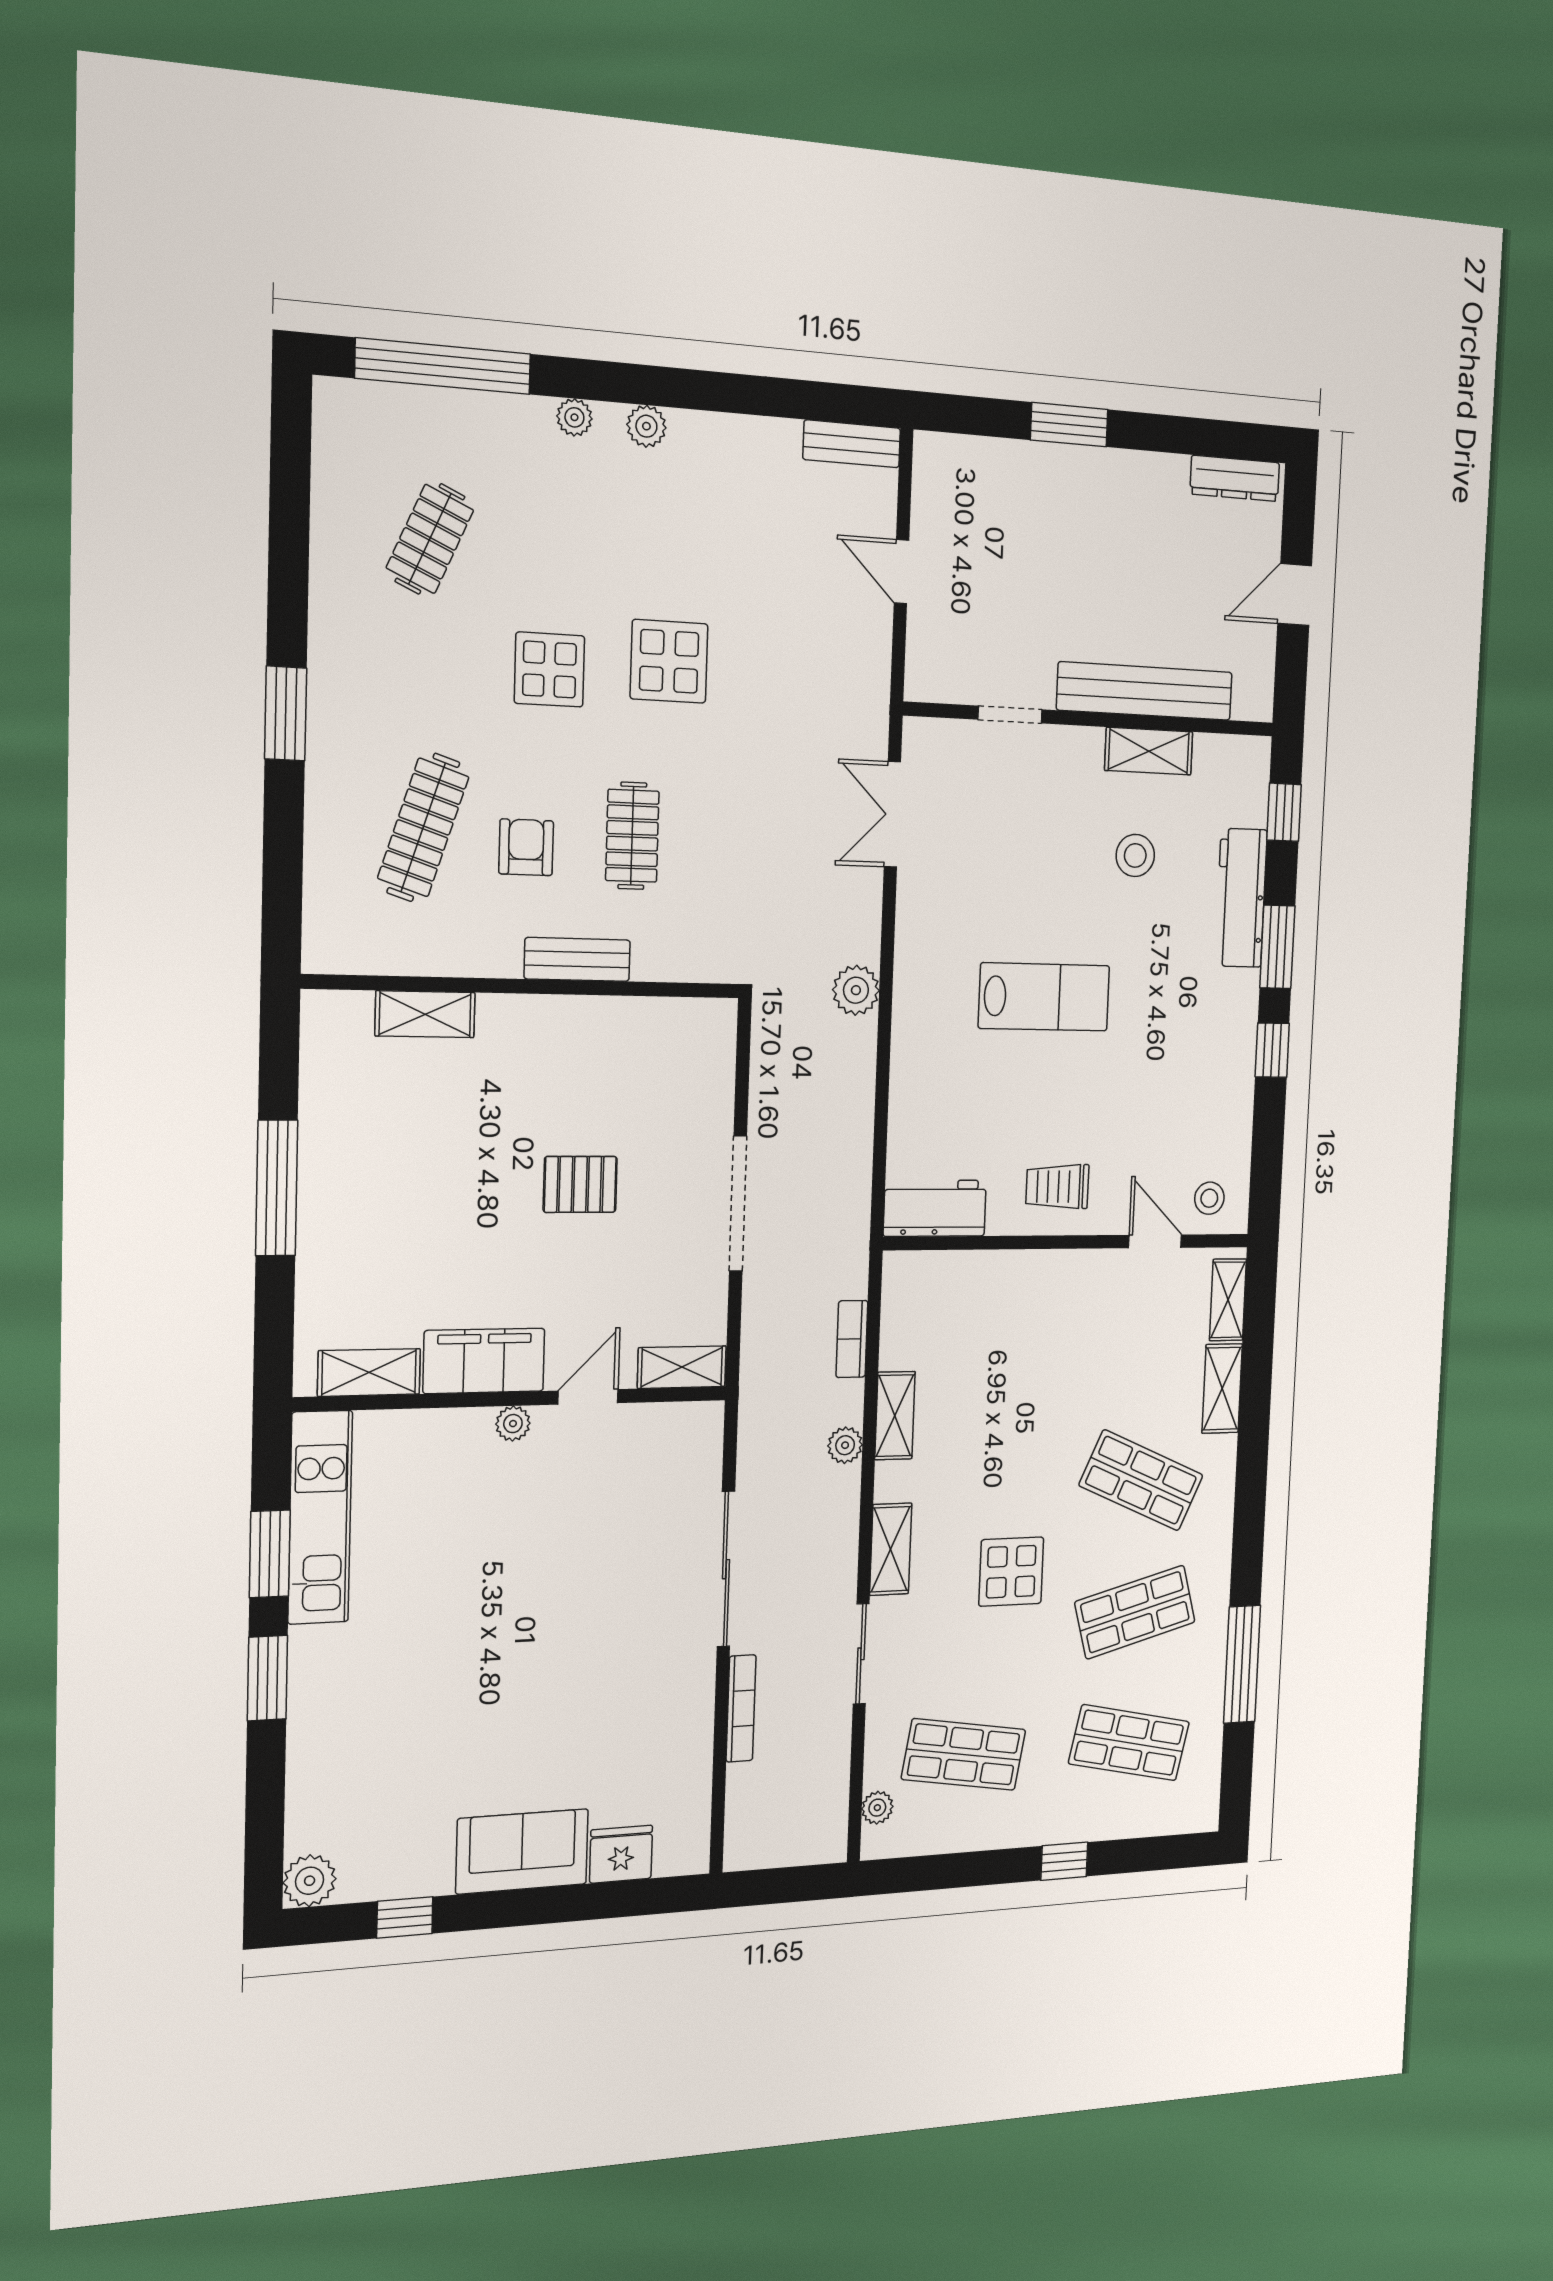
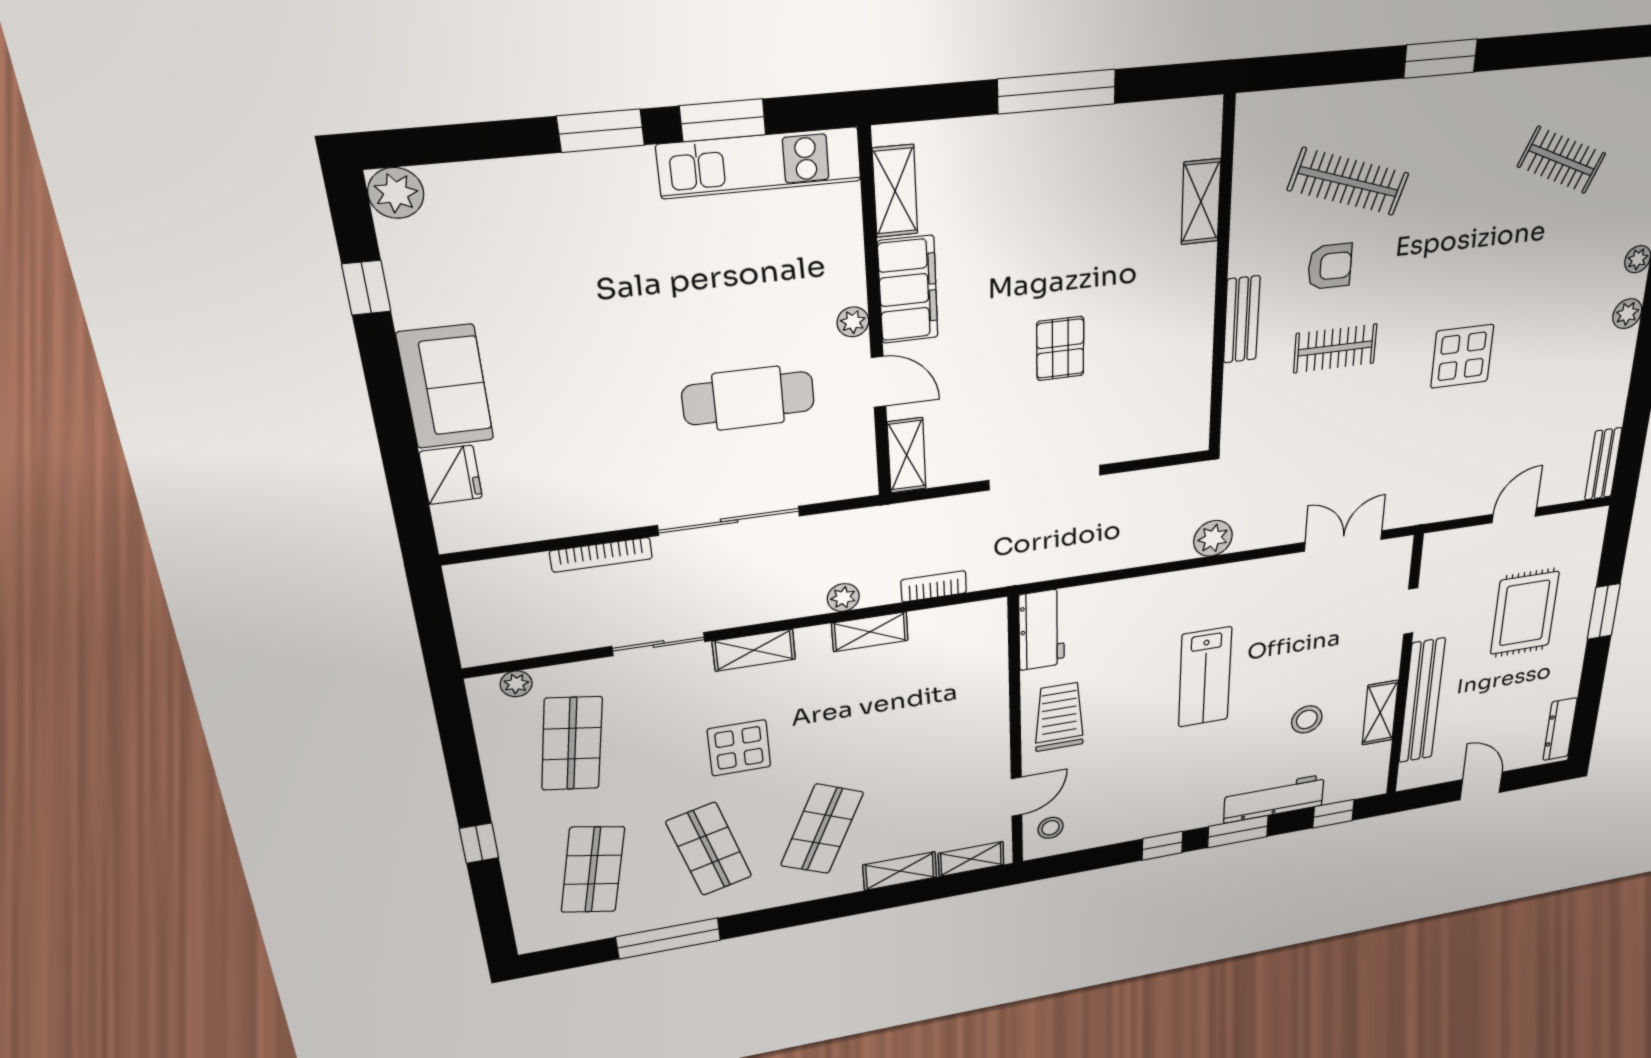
rug: (1047, 546) -> (1525, 613), added
display table: (549, 670) -> (1461, 266), removed
trolley: (1057, 1187) -> (1059, 717), width x1.36, depth x1.39
cafe table: (585, 1542) -> (748, 398), added

